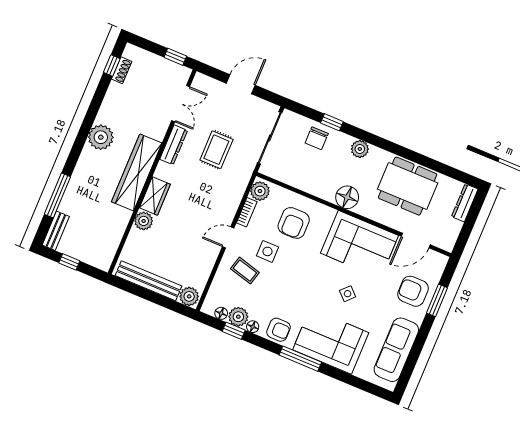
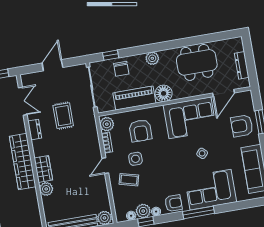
window: (332, 122) -> (111, 55), moved
dresser: (174, 145) -> (35, 130), width x0.70
piano: (310, 181) -> (134, 98), added
dresser: (465, 203) -> (242, 65), moved

